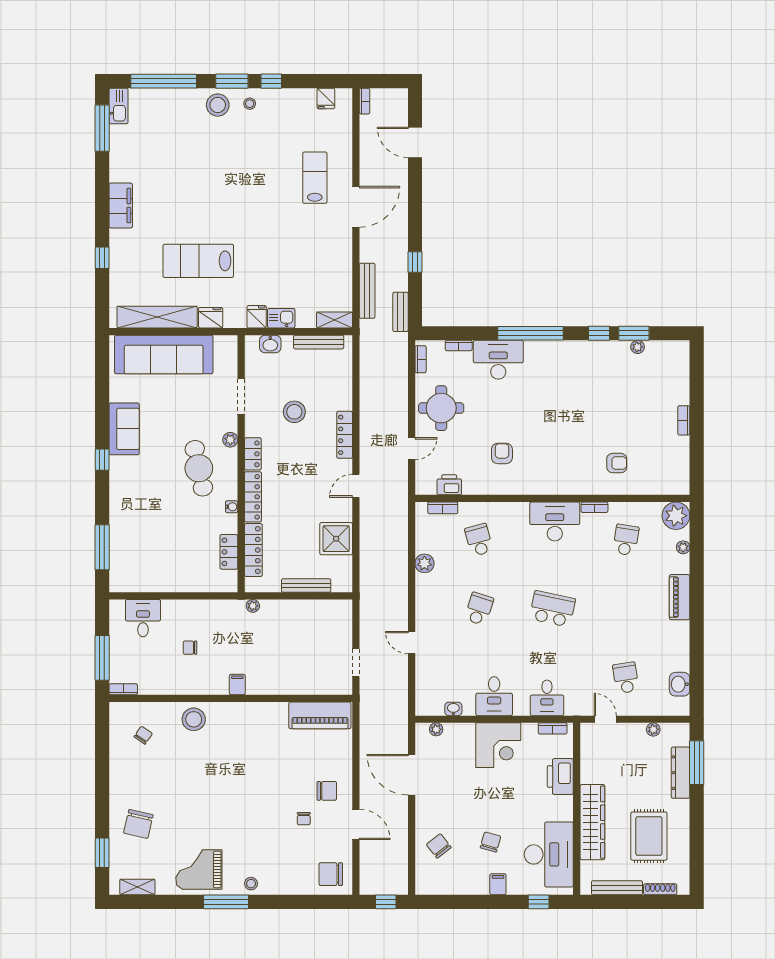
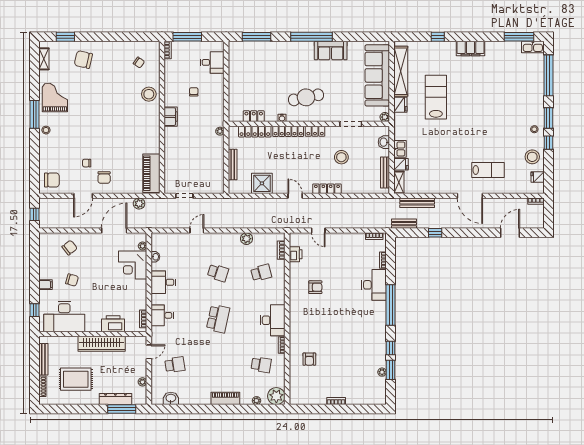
stool: (218, 105) -> (532, 157), moved
fridge: (257, 317) -> (401, 164), moved
round table: (441, 408) -> (344, 249), removed
plant: (230, 440) -> (385, 117), moved
window: (102, 460) -> (311, 37), width x3.17
filing cabinet: (237, 685) -> (171, 117), width x2.00
plant: (368, 735) -> (139, 204), added
corner desk: (498, 745) -> (133, 265), moved
wardrobe: (592, 822) -> (102, 344), moved
chair: (331, 874) -> (52, 180), turned 90

